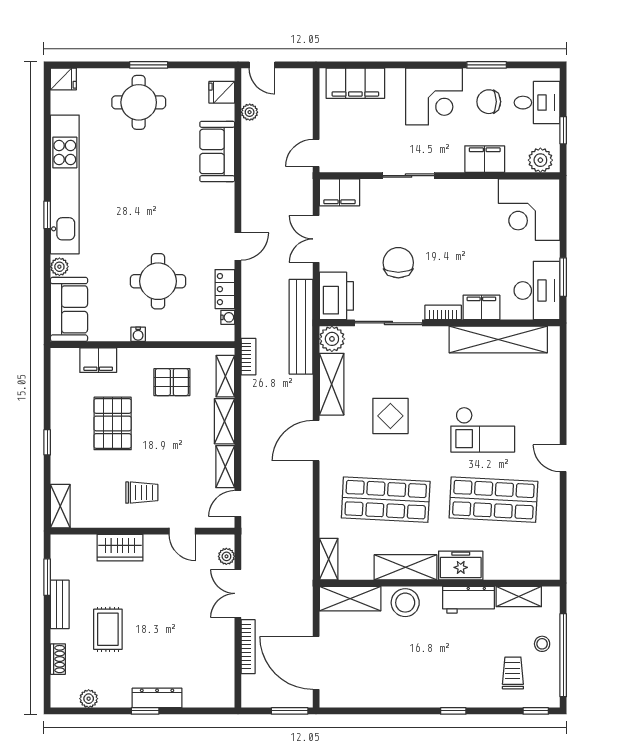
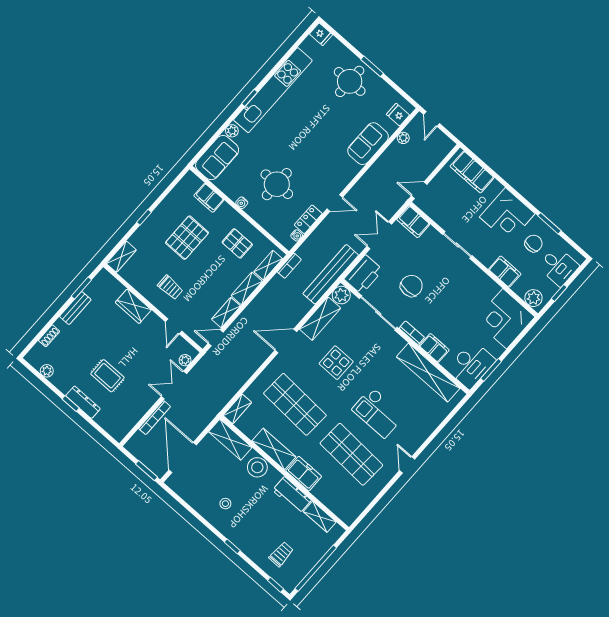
chair: (489, 102) -> (534, 243), turned 90
rug: (108, 629) -> (107, 376), moved, turned 90
stool: (542, 644) -> (225, 504), moved

